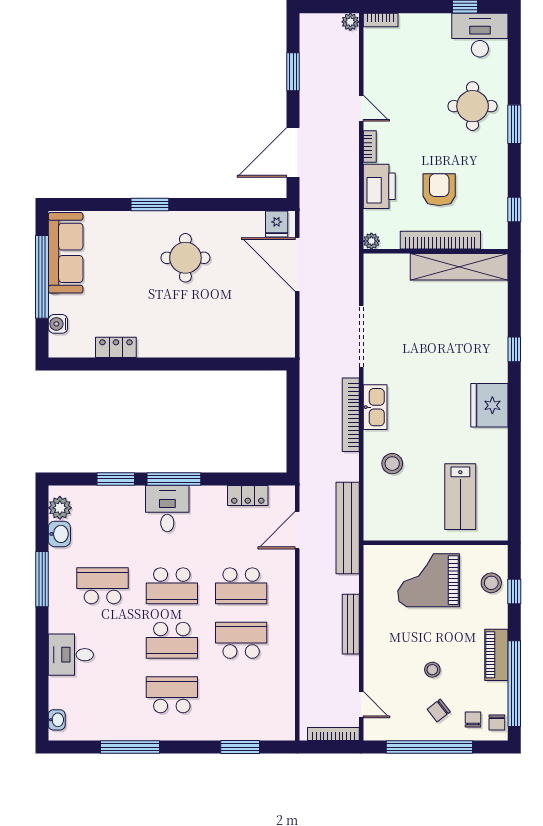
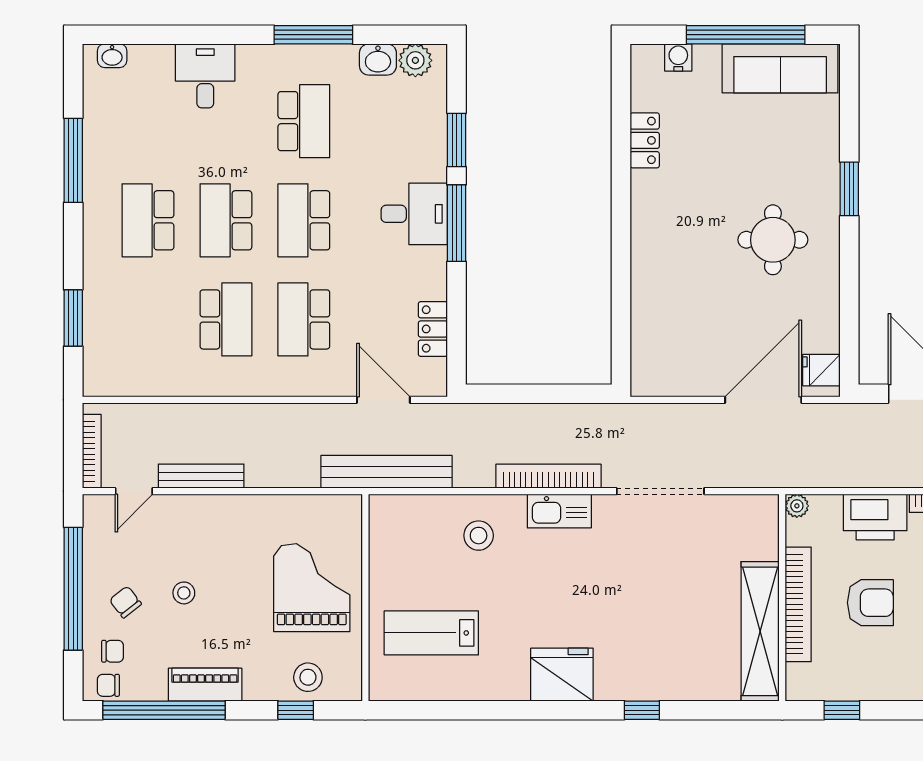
bench: (351, 624) -> (201, 476), moved
school desk: (172, 695) -> (148, 220), turned 180

